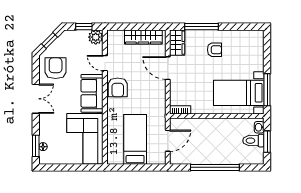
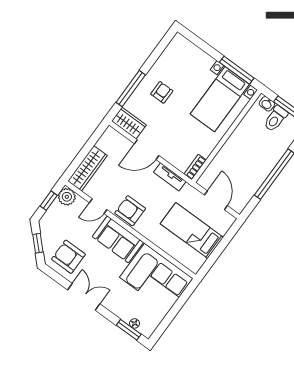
wardrobe: (143, 37) -> (88, 168), moved
armchair: (118, 87) -> (130, 211), turned 180
tv unit: (161, 97) -> (170, 177), added

